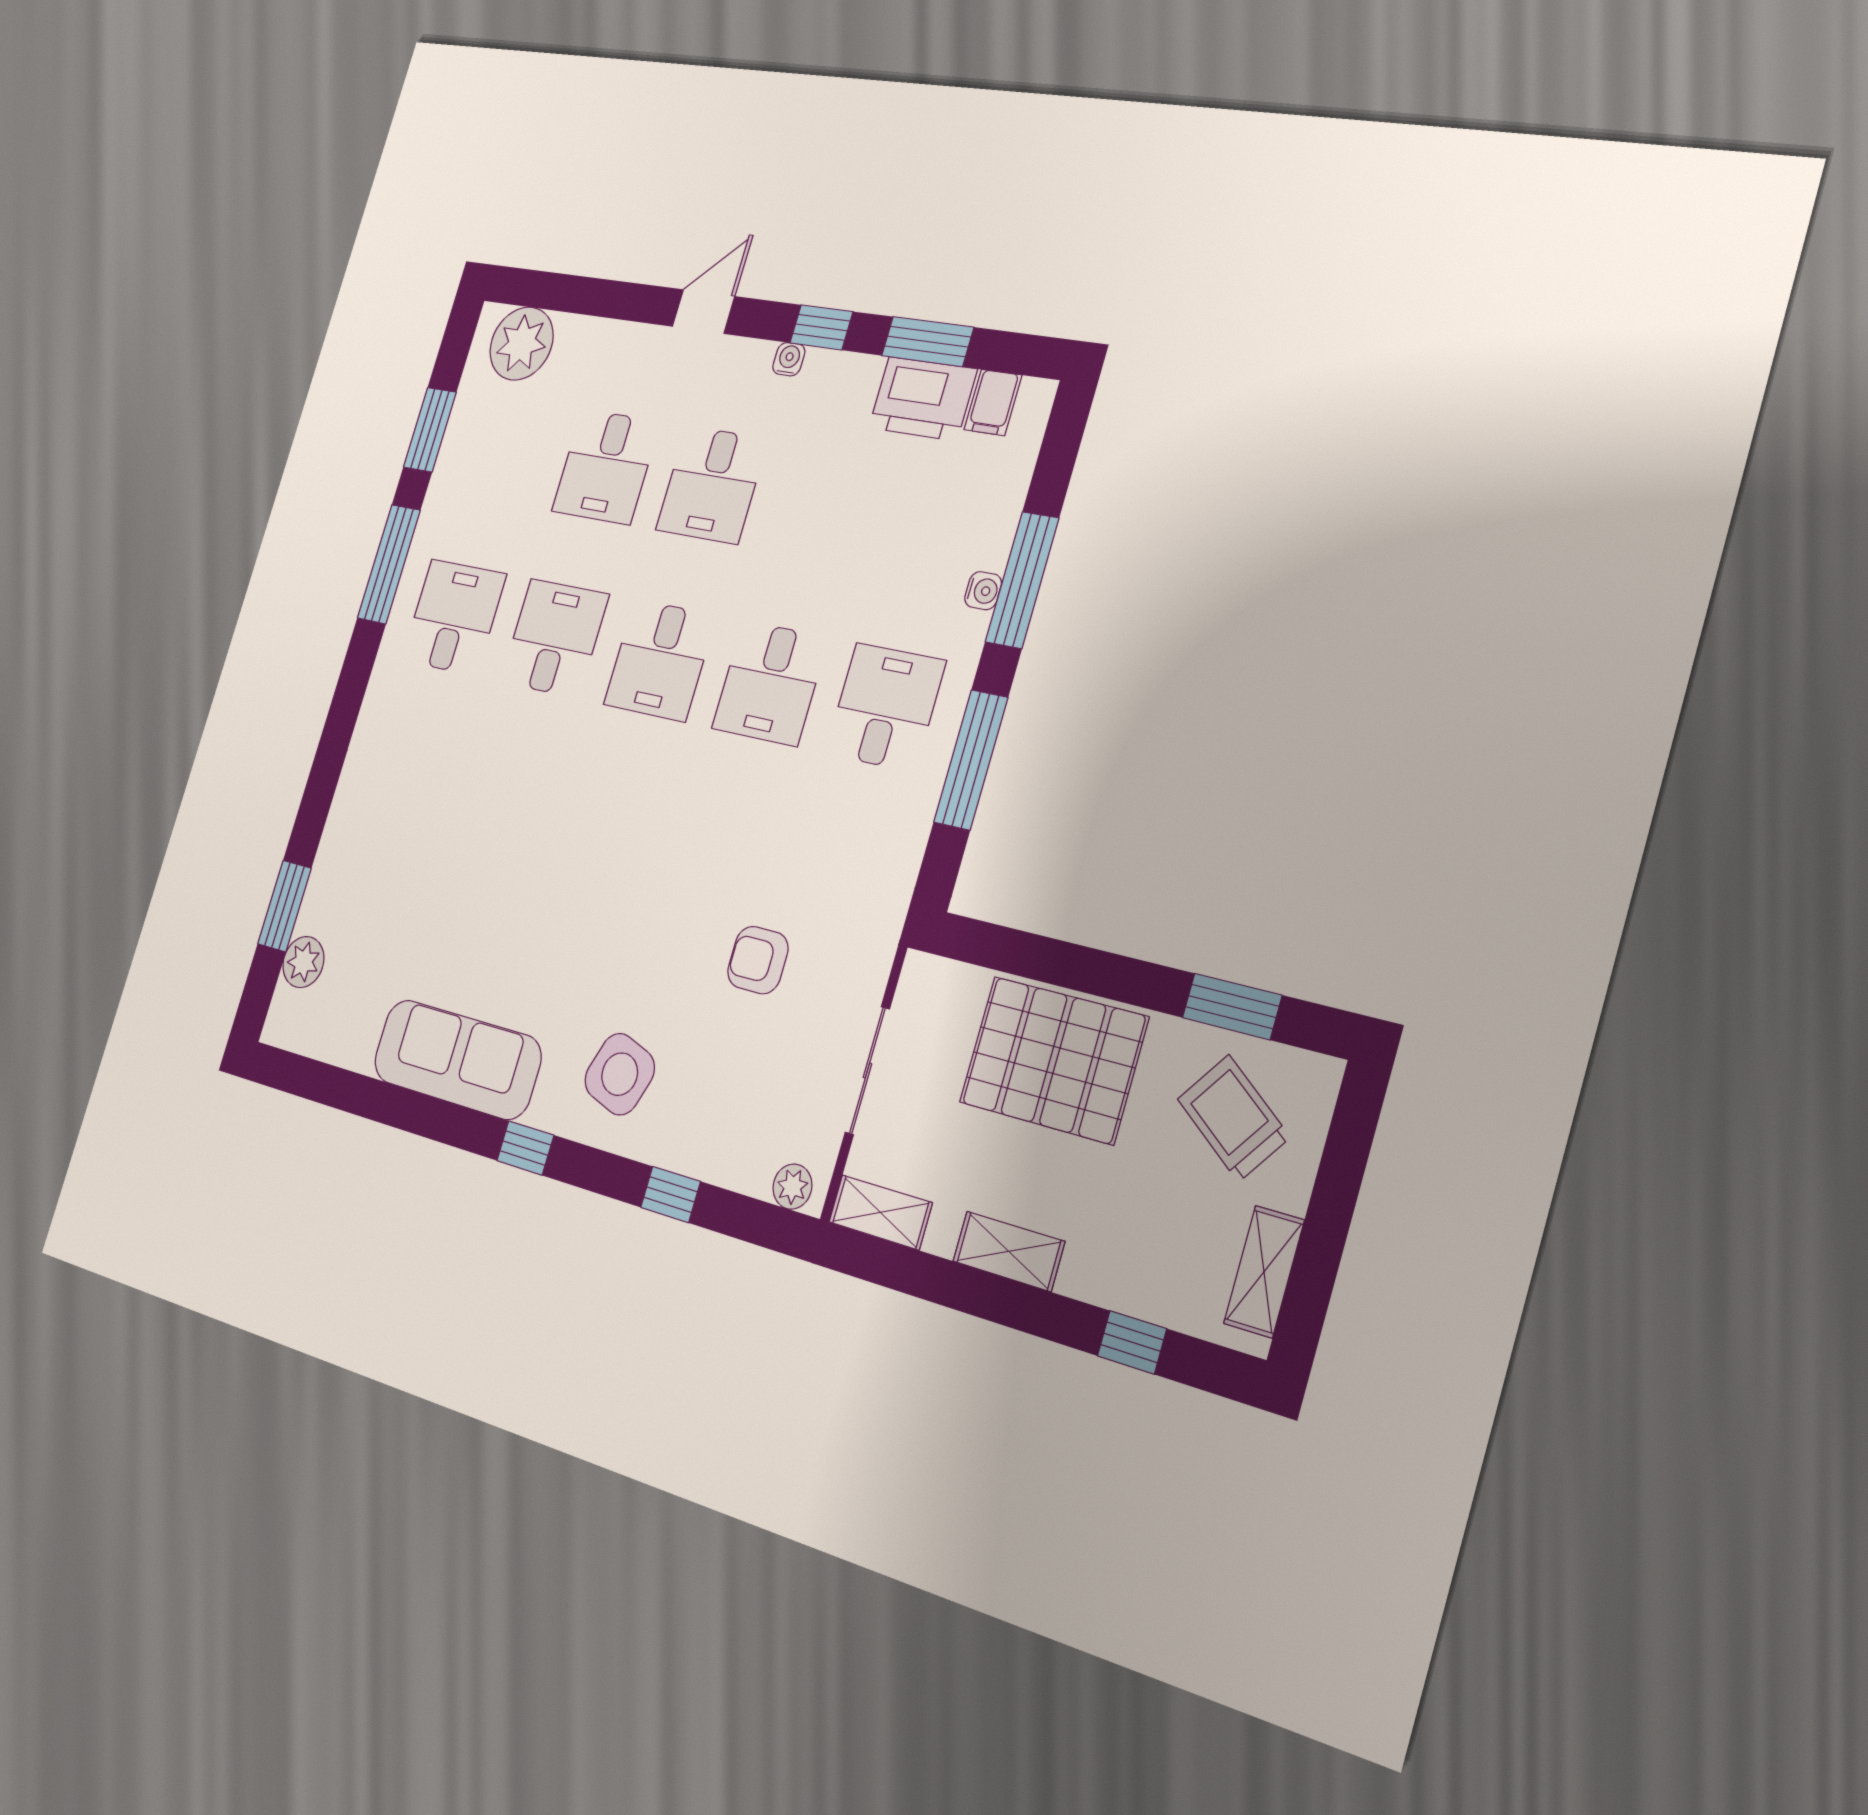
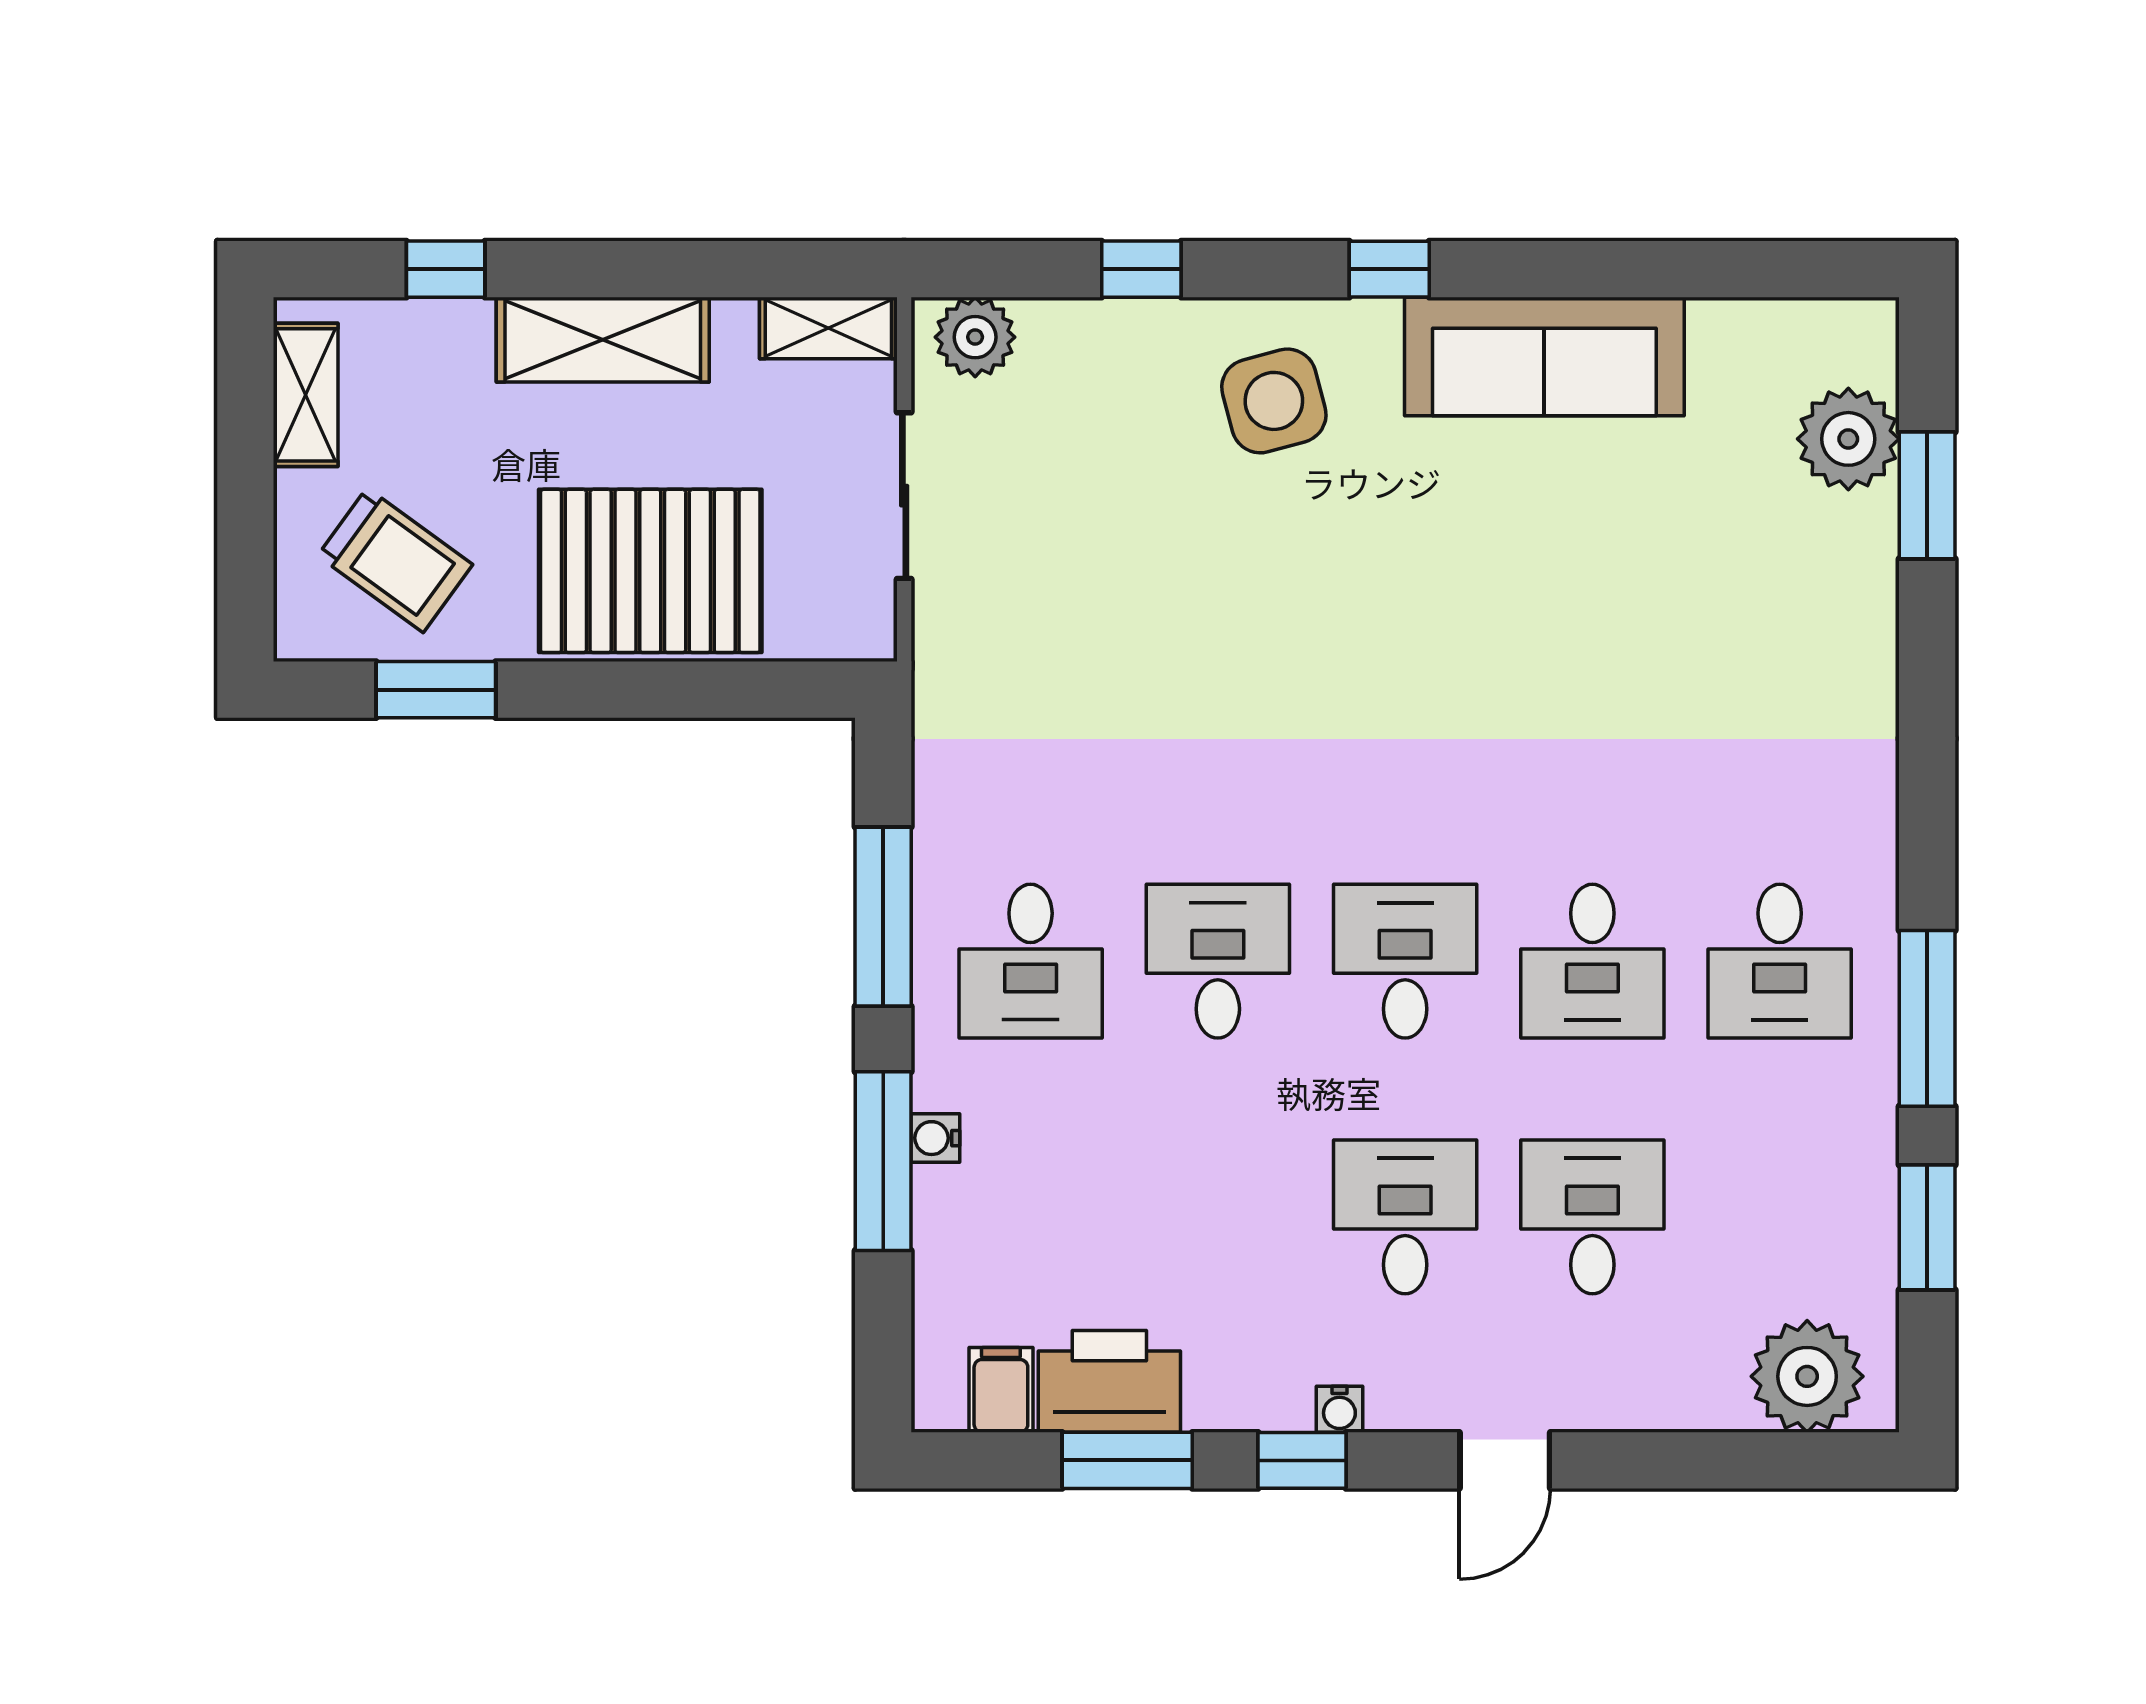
armchair: (758, 960) -> (1112, 596), removed
plant: (303, 962) -> (1848, 439), width x1.36, depth x1.36
side table: (620, 1074) -> (1274, 401), turned -34
plant: (792, 1187) -> (975, 337), width x1.38, depth x1.38
shelving: (1009, 1251) -> (603, 340), width x1.50, depth x1.33

